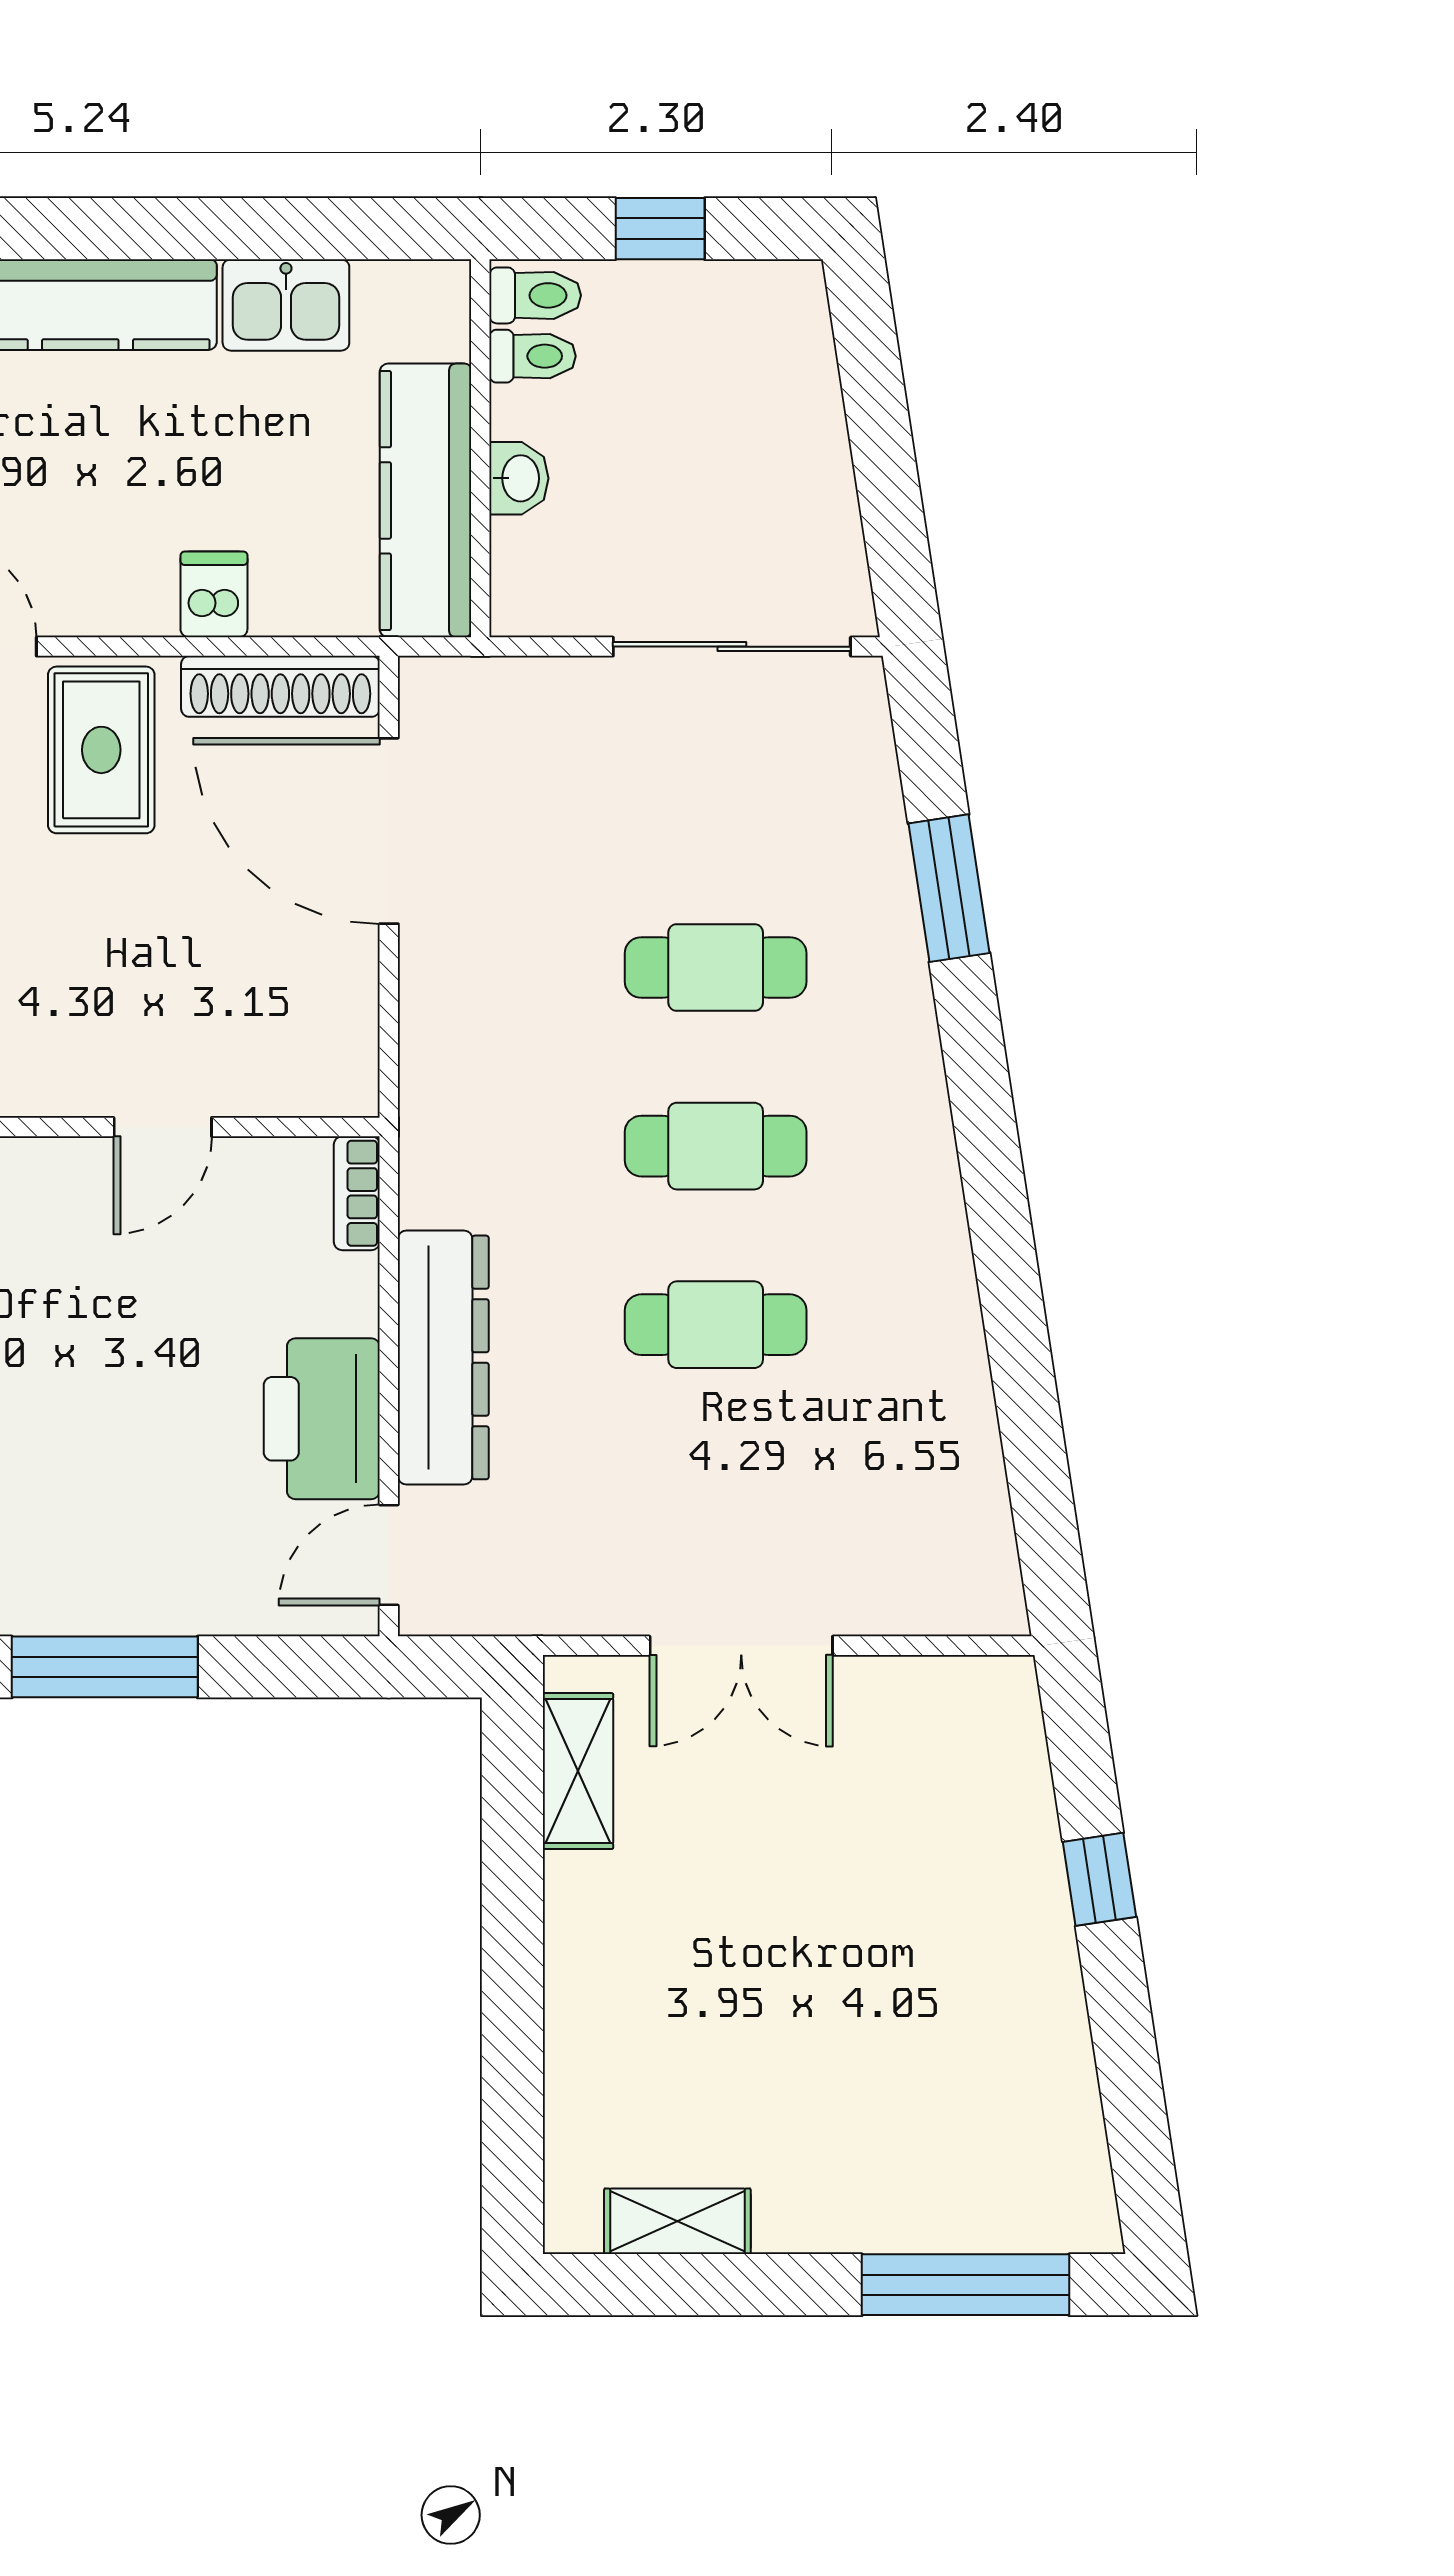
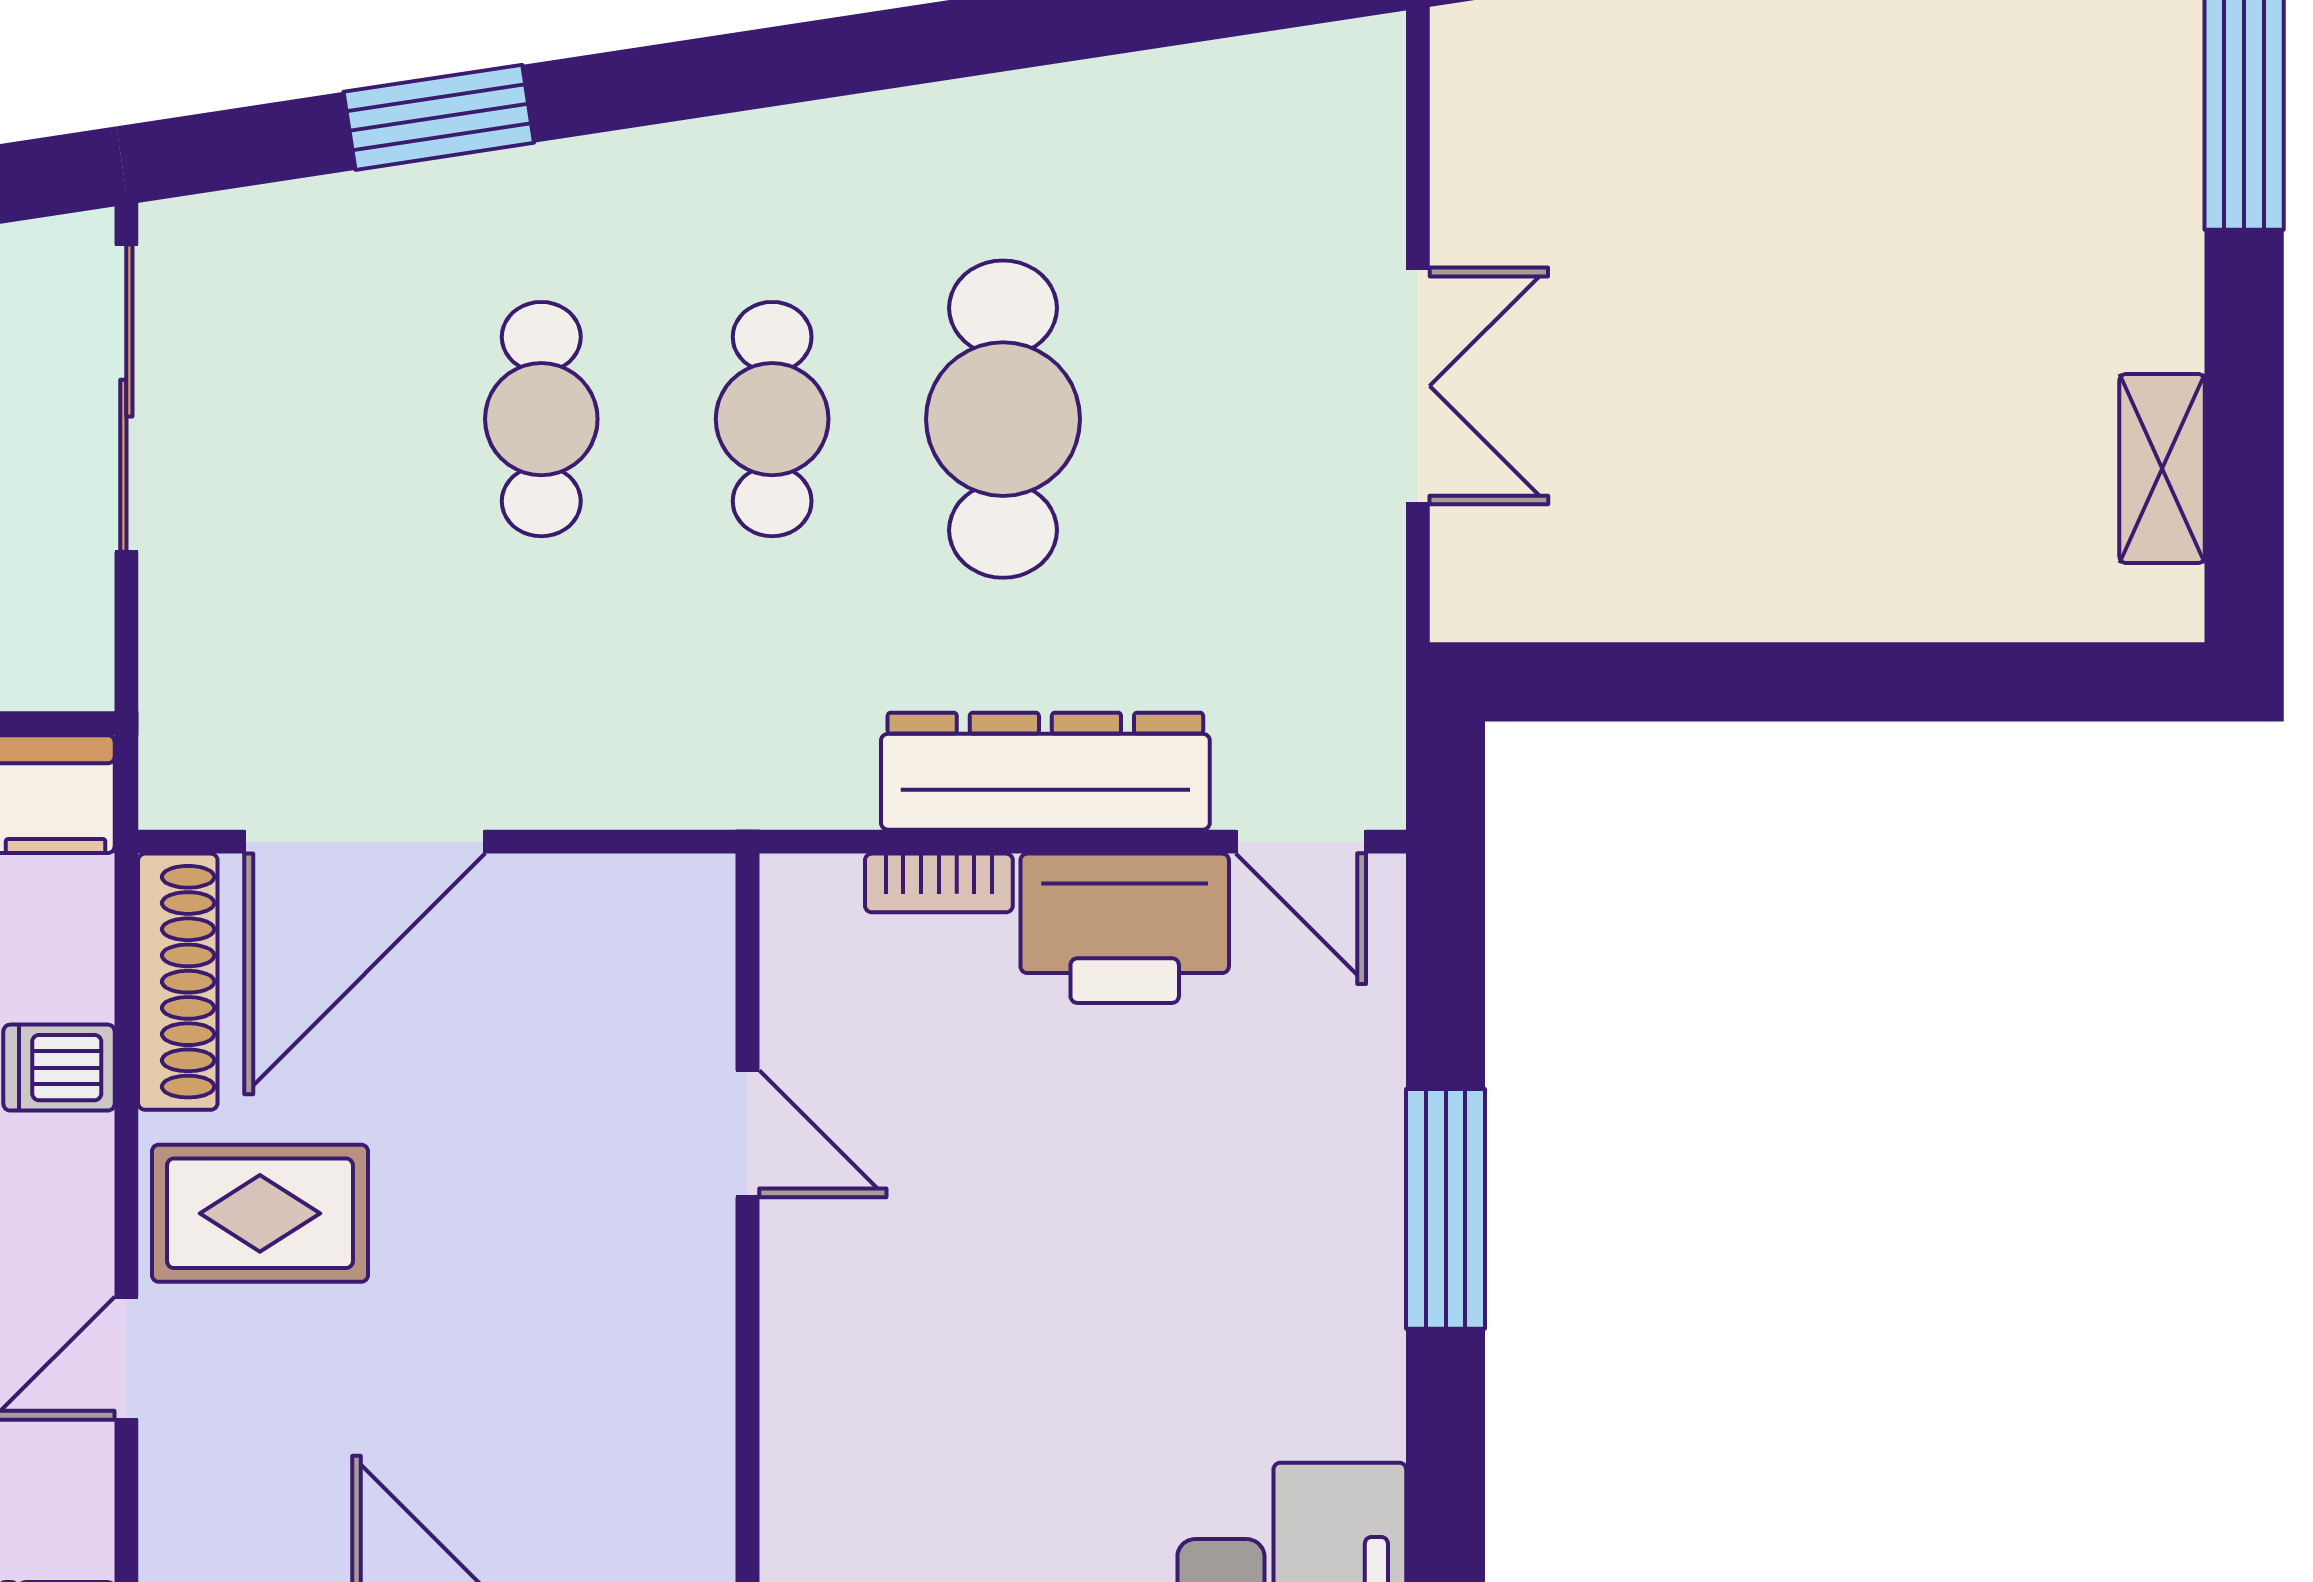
bookcase: (357, 1193) -> (939, 883), moved
cafe table: (716, 1325) -> (1003, 419), width x1.37, depth x1.35
shelving: (578, 1771) -> (1580, 597), removed

